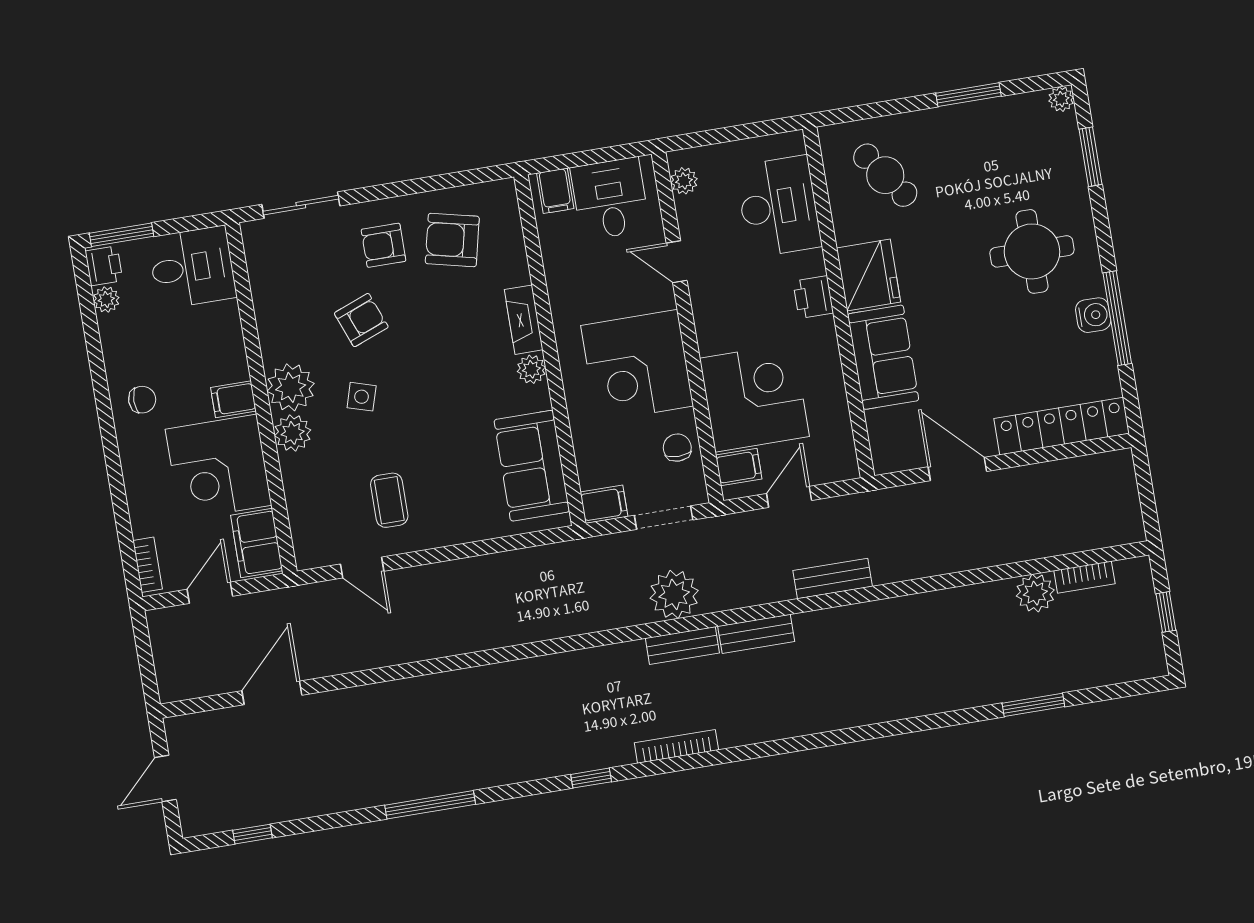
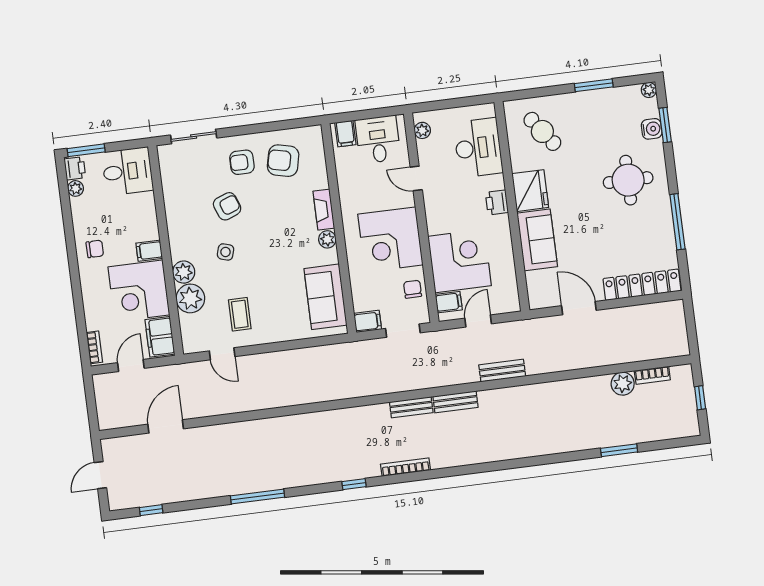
water cooler: (1093, 315) -> (652, 129), moved
plant: (291, 387) -> (190, 298), moved
plant: (674, 594) -> (407, 377), removed

